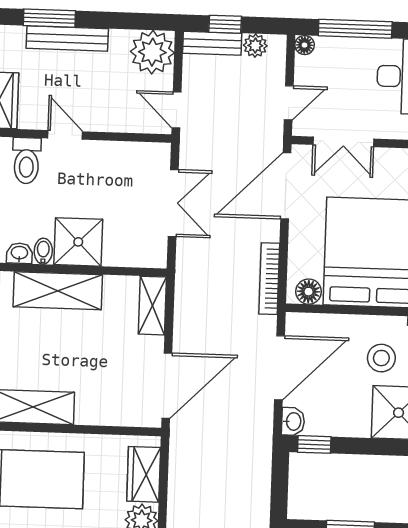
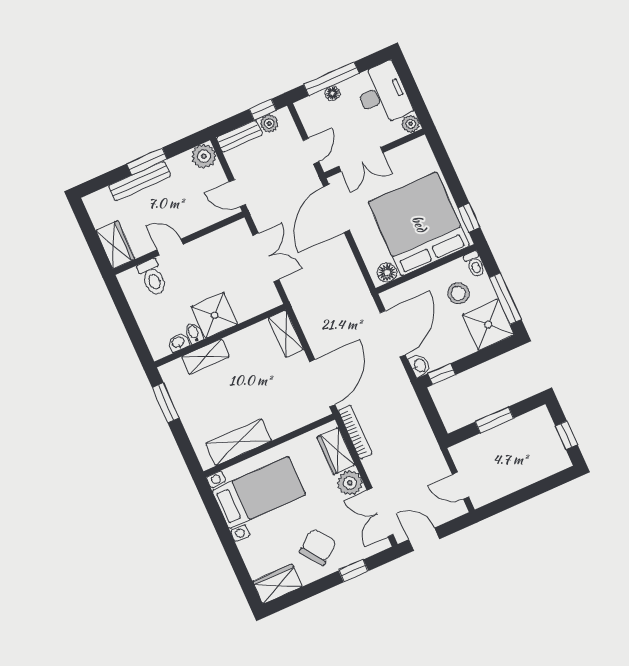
window: (49, 18) -> (147, 161), moved
window: (225, 24) -> (263, 110), moved
floor lamp: (305, 45) -> (332, 93), moved
plant: (152, 52) -> (204, 156), width x0.73, depth x0.73
bookcase: (269, 279) -> (355, 432), moved, turned 180
shelving: (58, 291) -> (205, 357), width x0.67, depth x0.75

